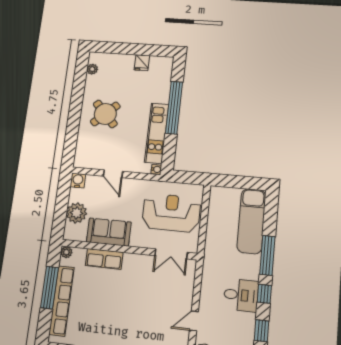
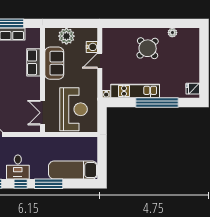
fridge: (142, 63) -> (193, 89), moved
plant: (92, 69) -> (172, 33), moved
water cooler: (78, 181) -> (92, 47), moved
plant: (66, 252) -> (36, 32), removed

